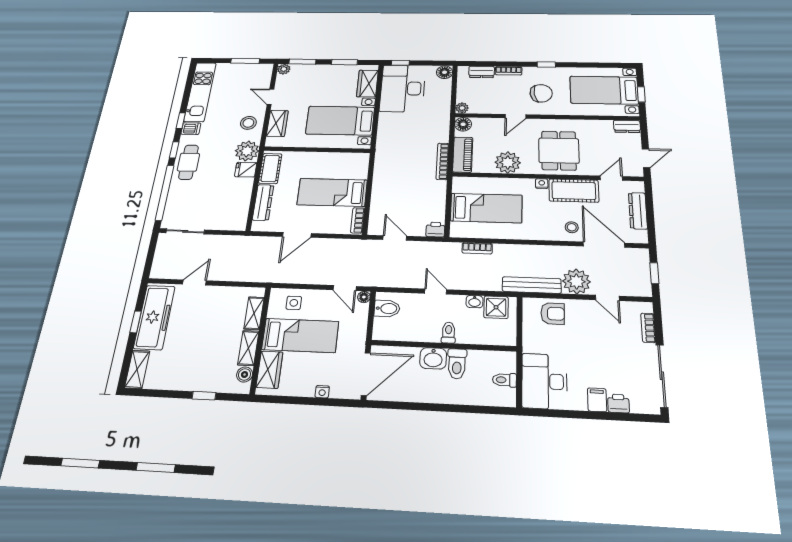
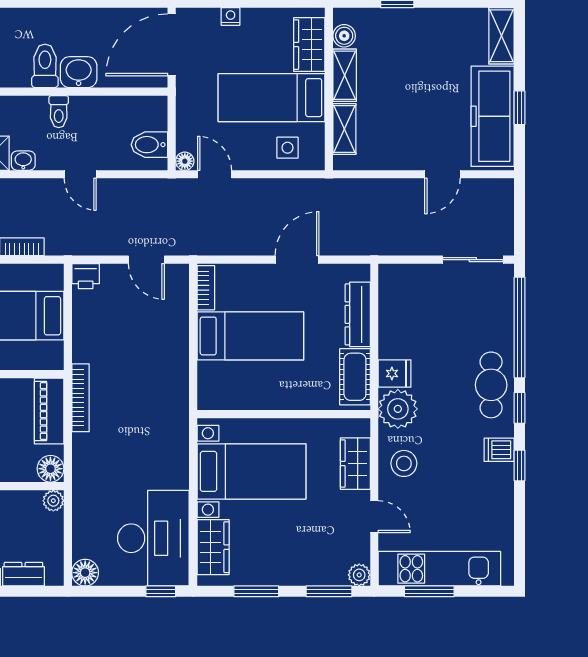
kitchen unit: (200, 92) -> (439, 569), moved, turned 90

